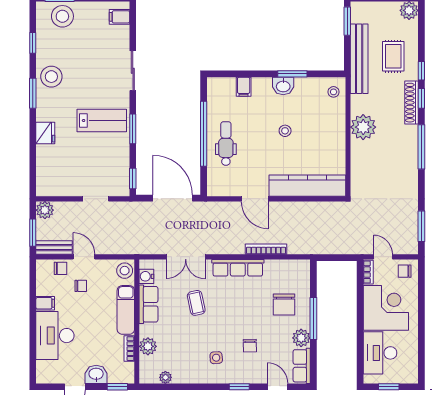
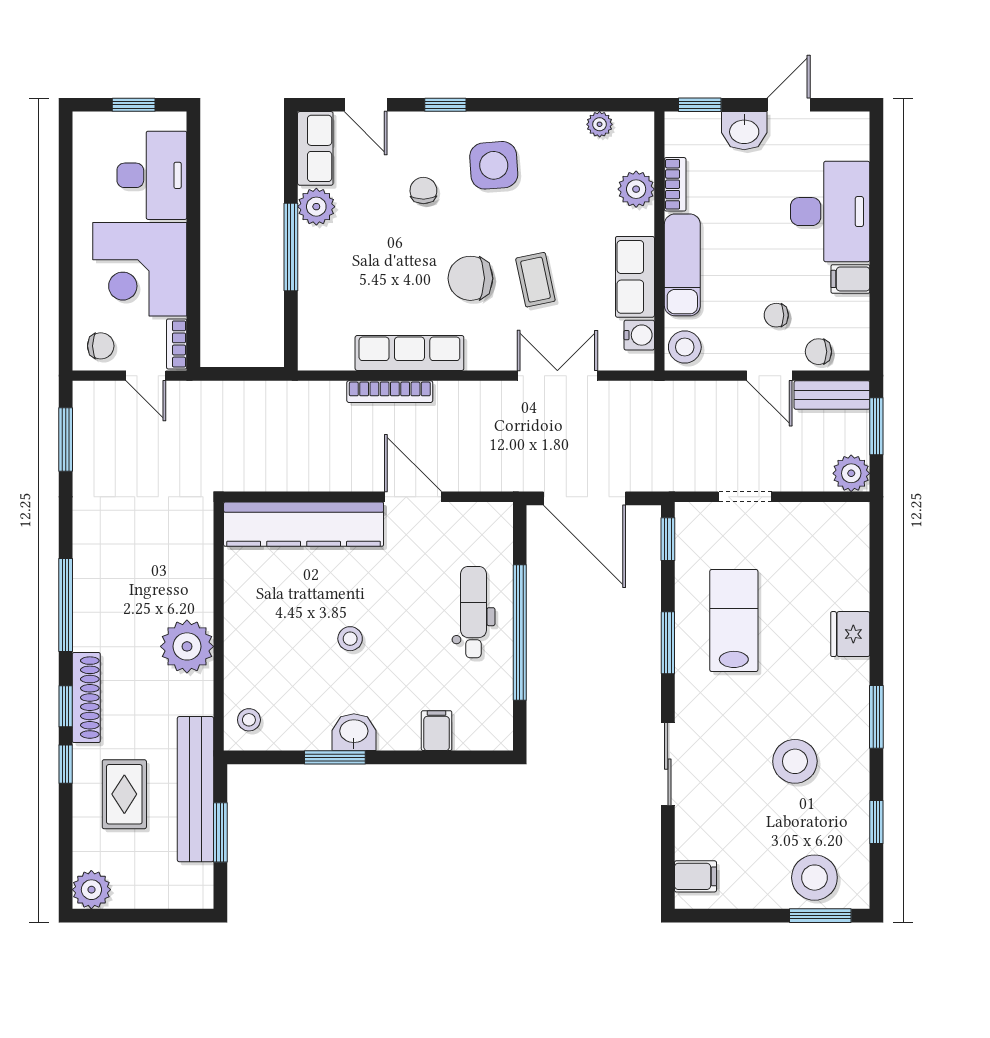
window: (347, 21) -> (220, 832), moved
stool: (51, 77) -> (795, 761), moved
lab bench: (102, 121) -> (734, 621), moved, turned 90
dental chair: (226, 144) -> (474, 612), turned 180
row of seats: (238, 268) -> (409, 353), moved
chair: (284, 304) -> (470, 278), moved, turned -90
side table: (216, 358) -> (494, 165), width x1.87, depth x1.87

